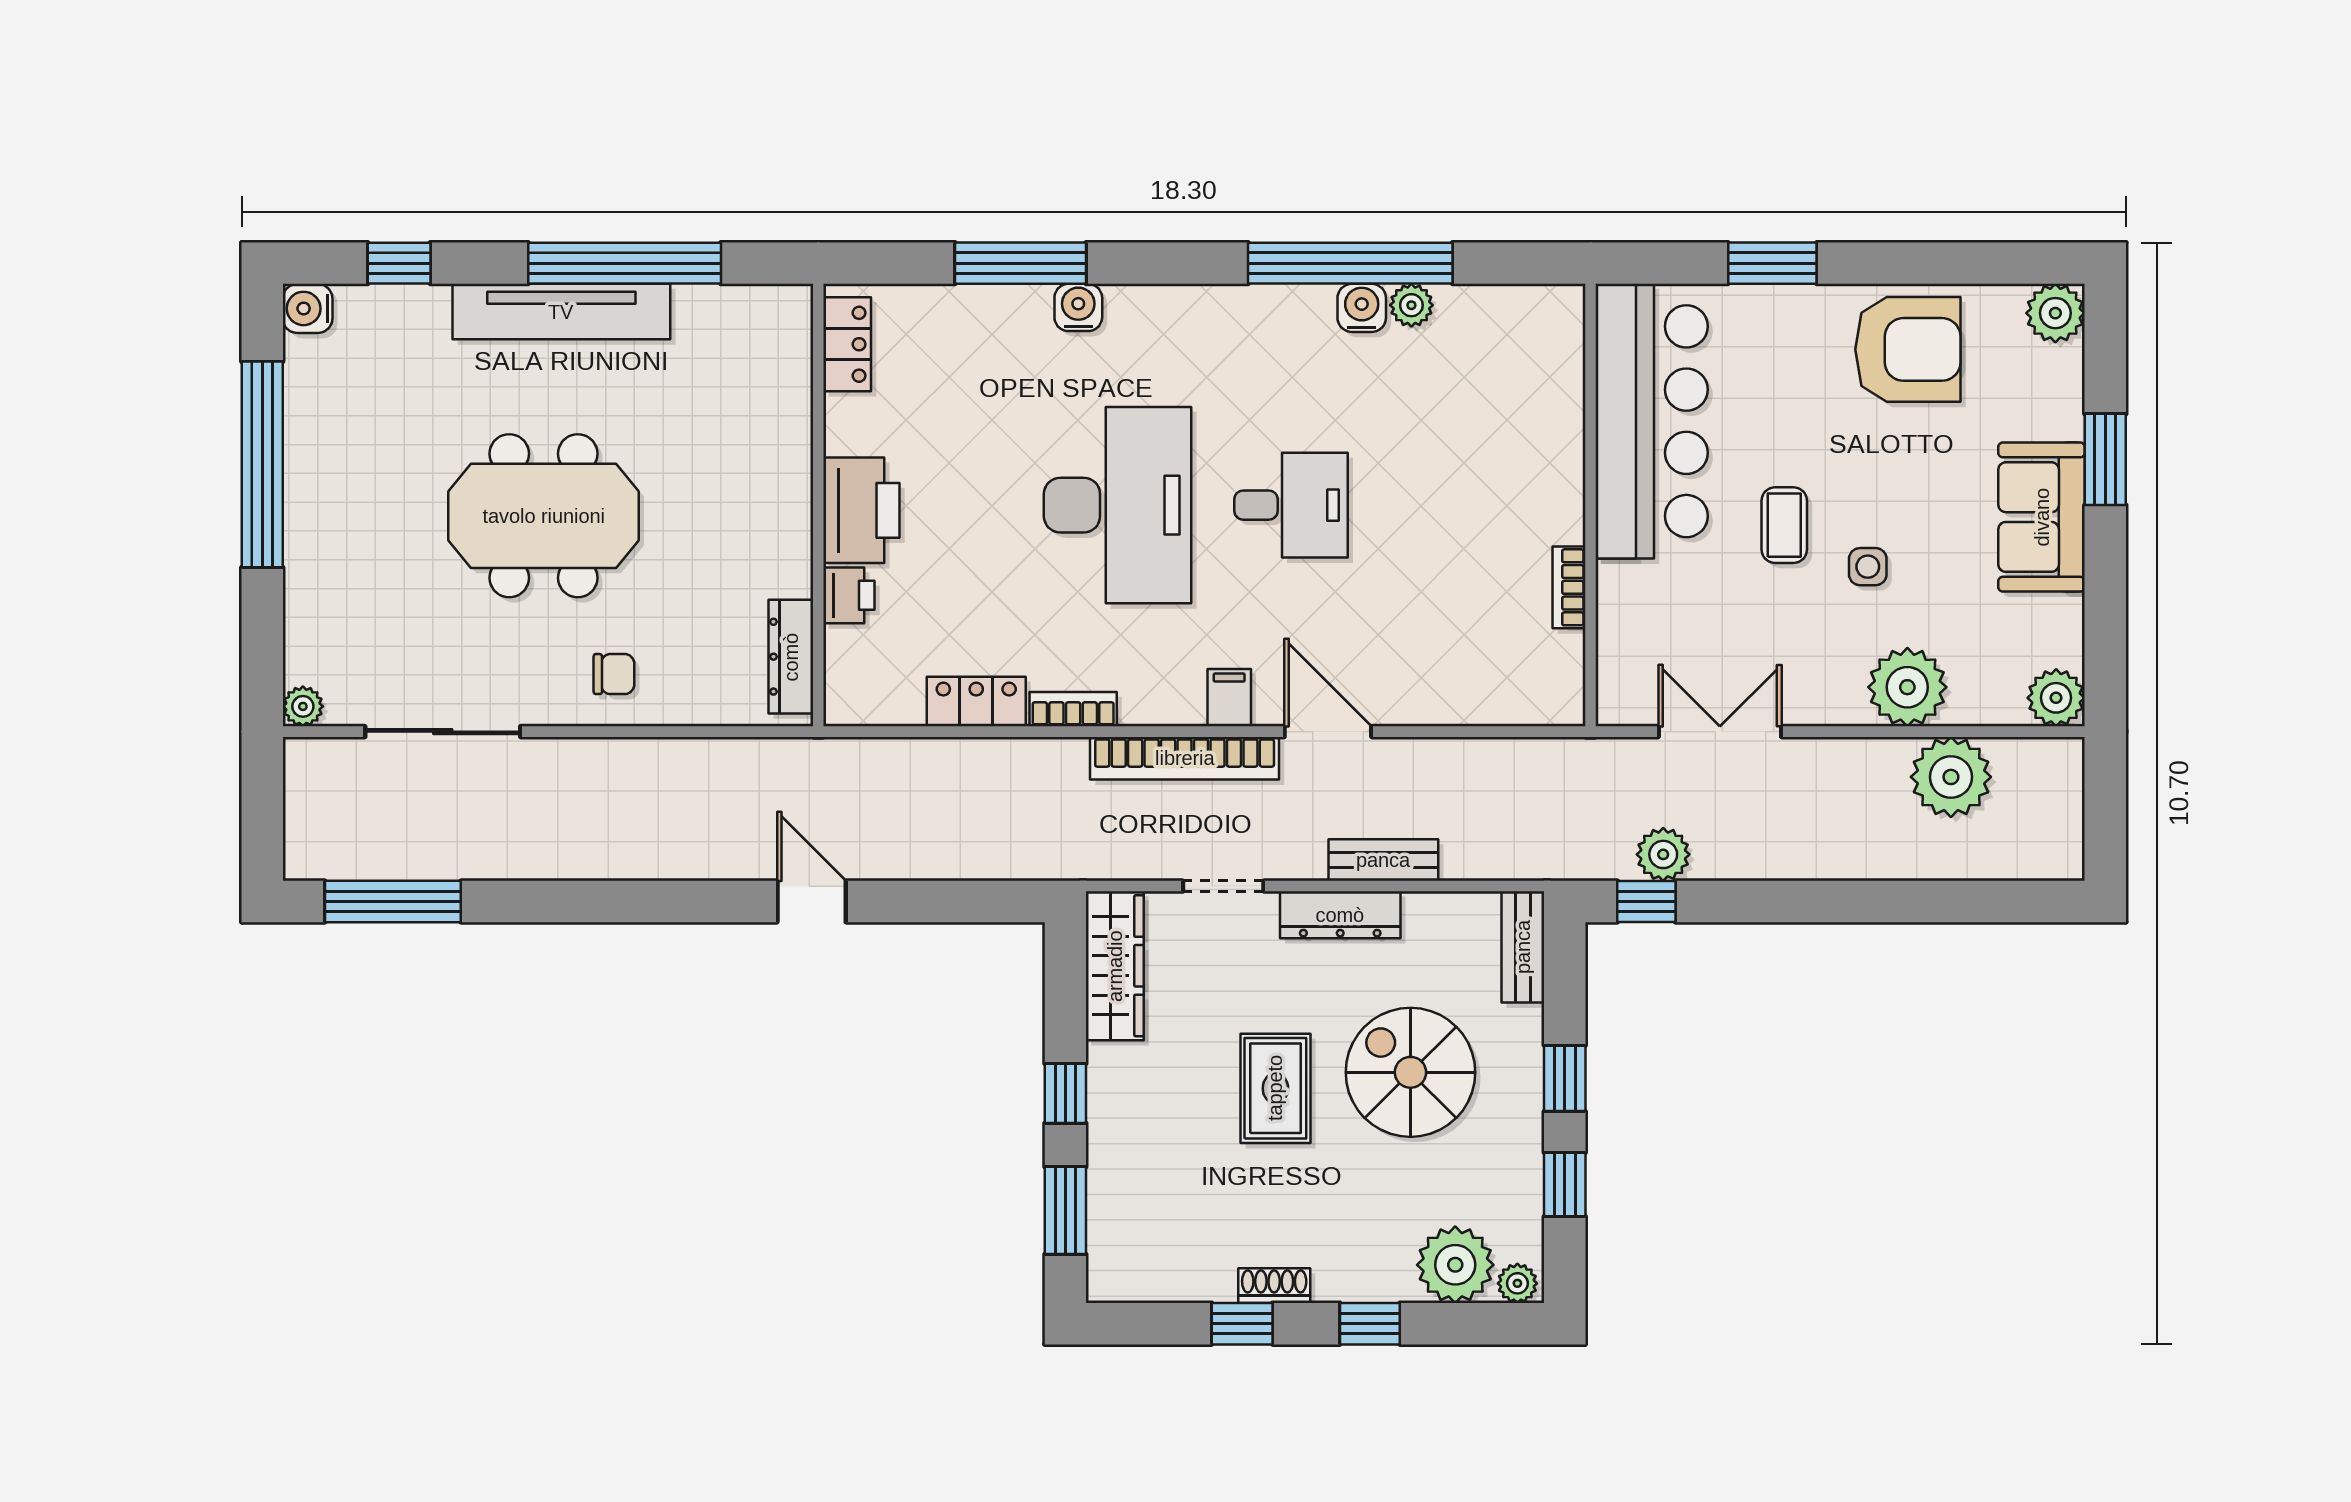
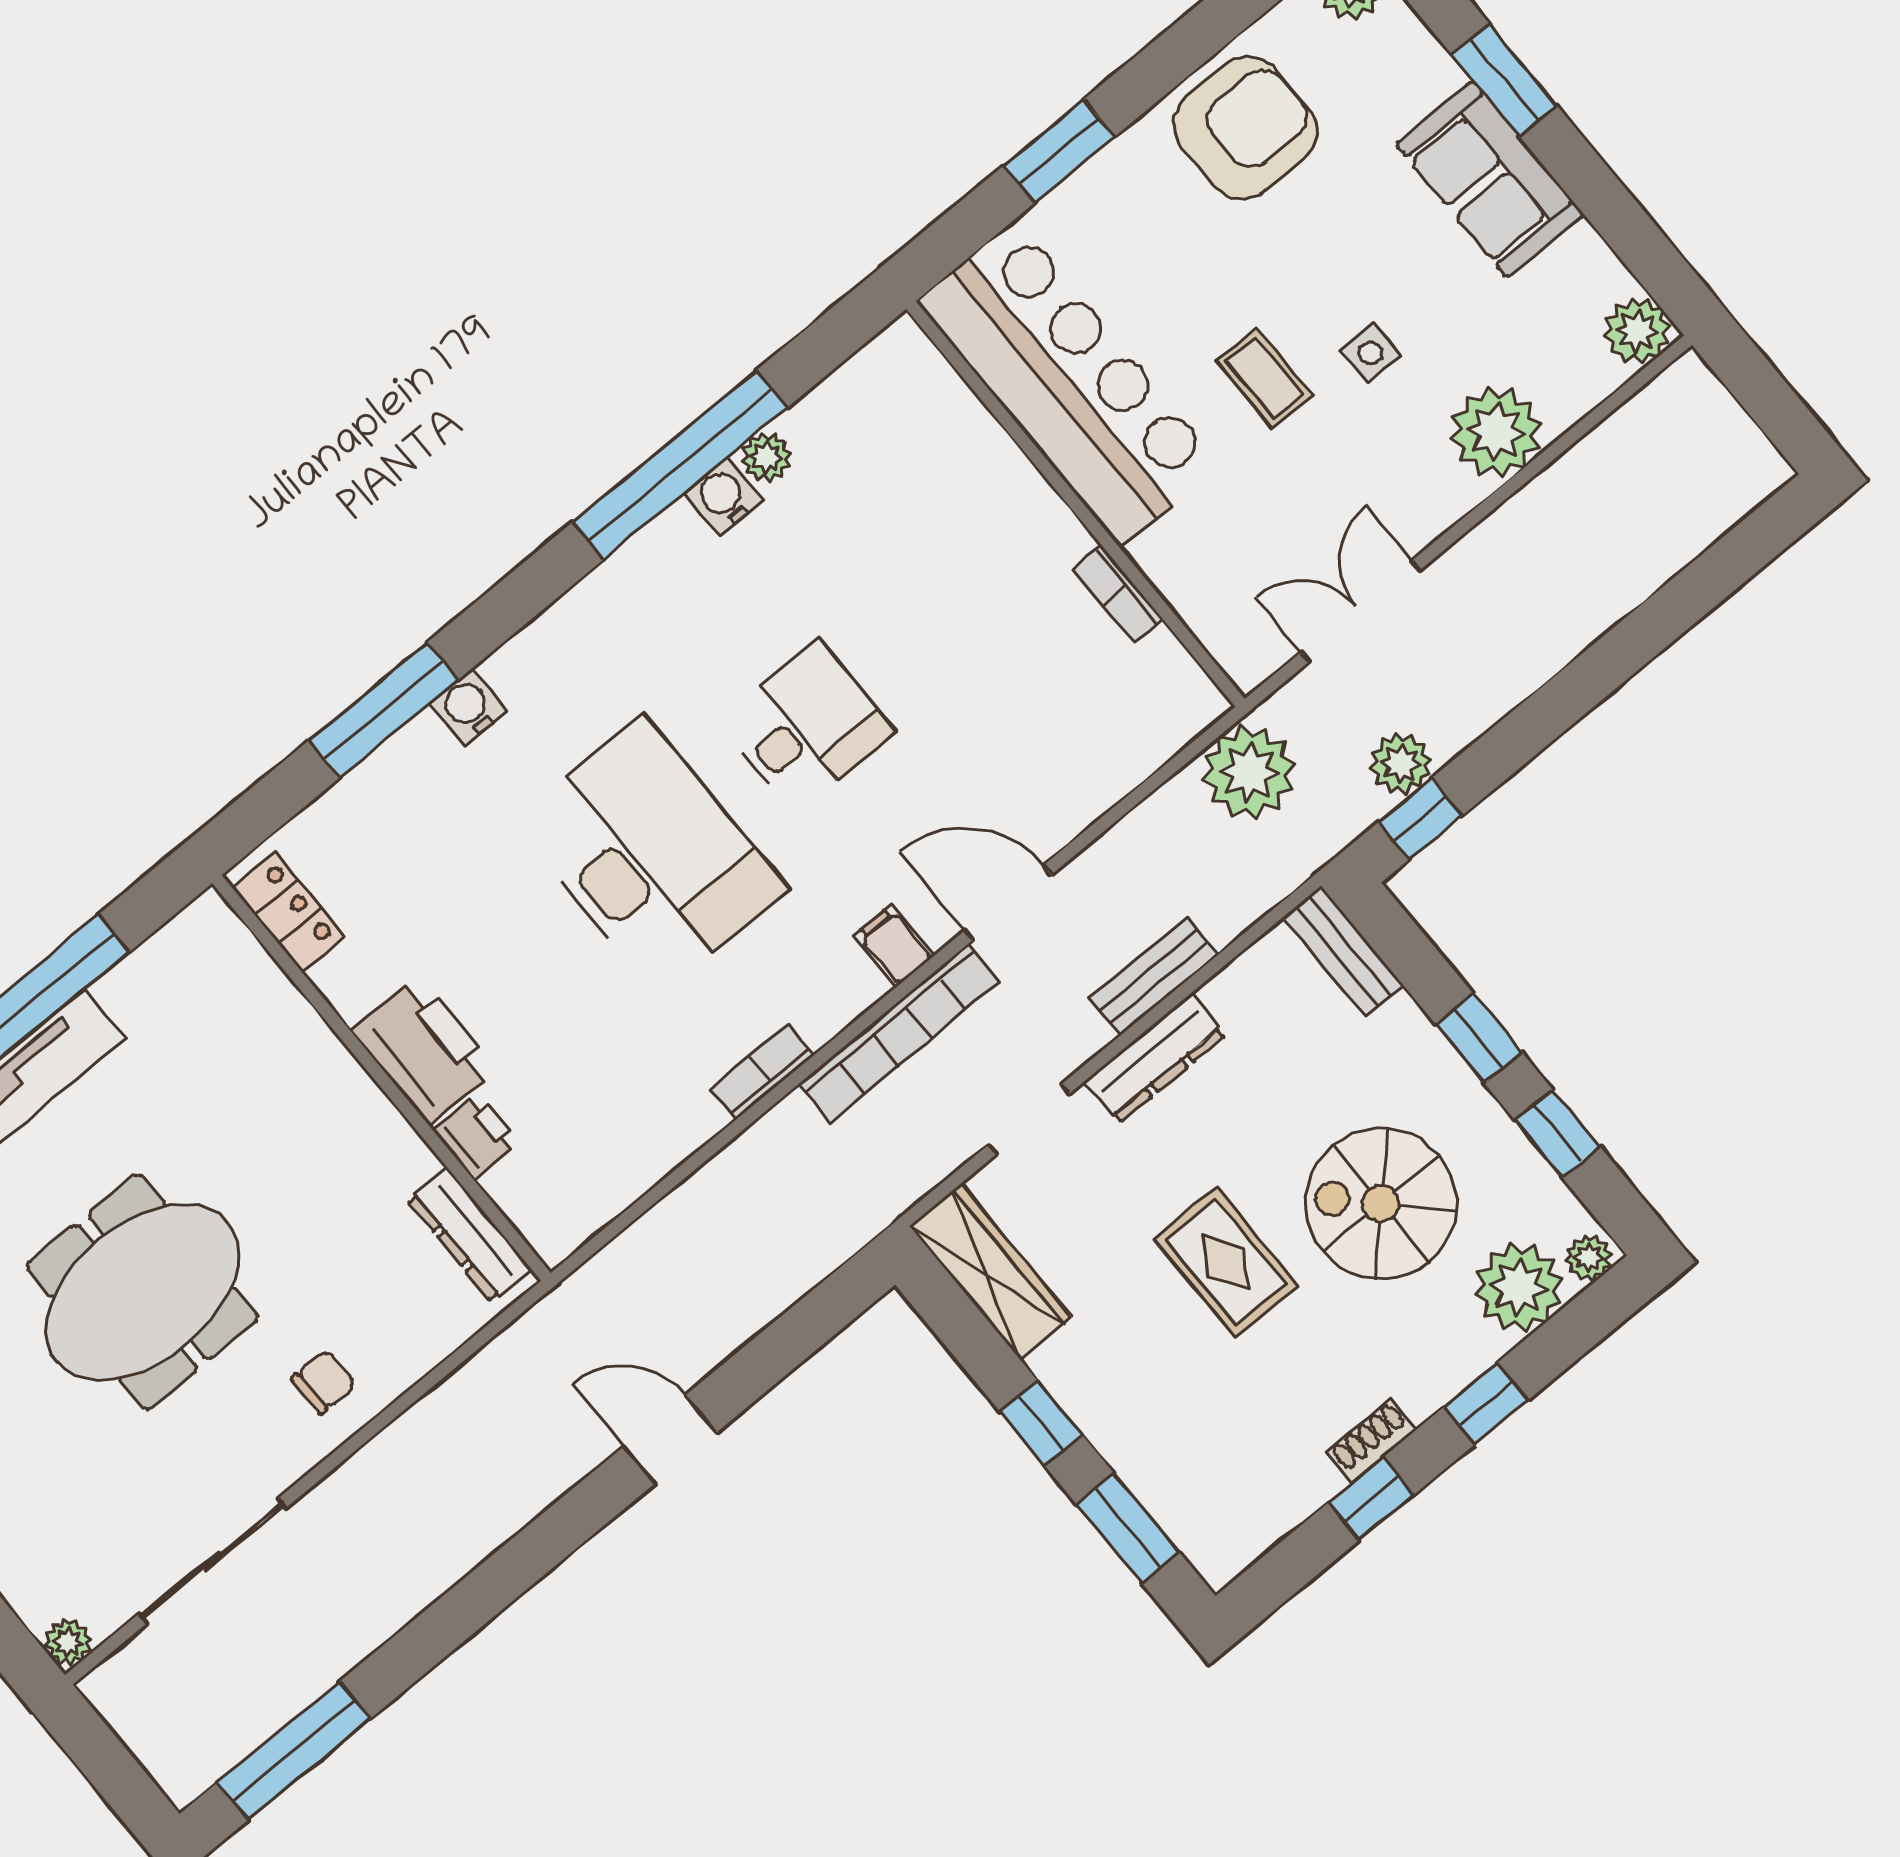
locker: (976, 702) -> (670, 1137), removed
plant: (1951, 777) -> (1249, 772), moved
spiral stairs: (1410, 1072) -> (1381, 1203), moved

